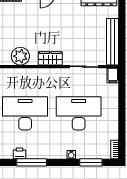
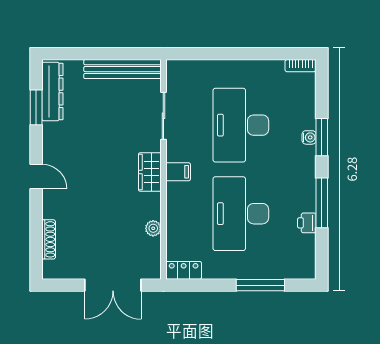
plant: (20, 56) -> (153, 228), width x0.53, depth x0.53
filing cabinet: (113, 75) -> (178, 172), moved
window: (91, 162) -> (322, 137), moved

